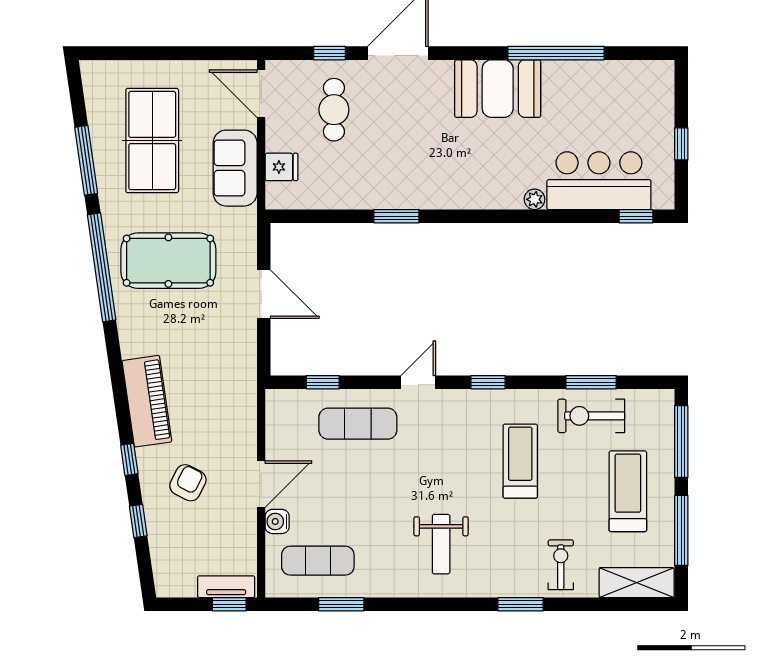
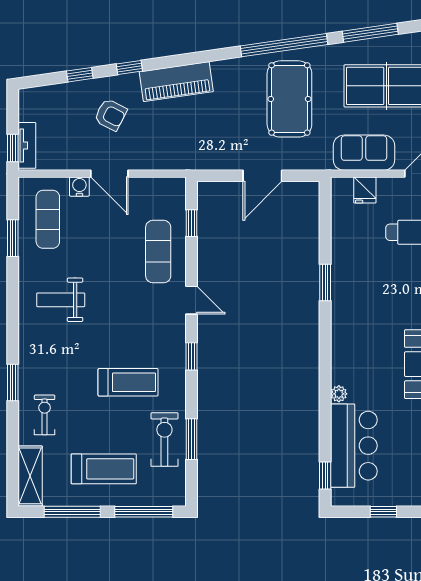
weight bench: (441, 544) -> (61, 300), moved
exercise bike: (561, 565) -> (45, 415), turned -90

